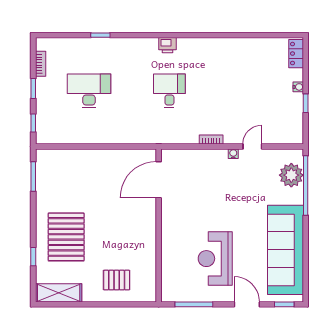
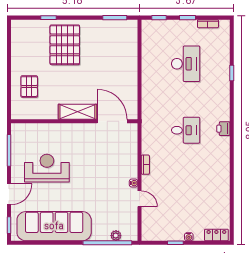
plant: (291, 175) -> (116, 236), width x0.53, depth x0.53
pallet: (66, 237) -> (65, 45), turned 90
shelving: (59, 293) -> (77, 112), moved, turned 90

